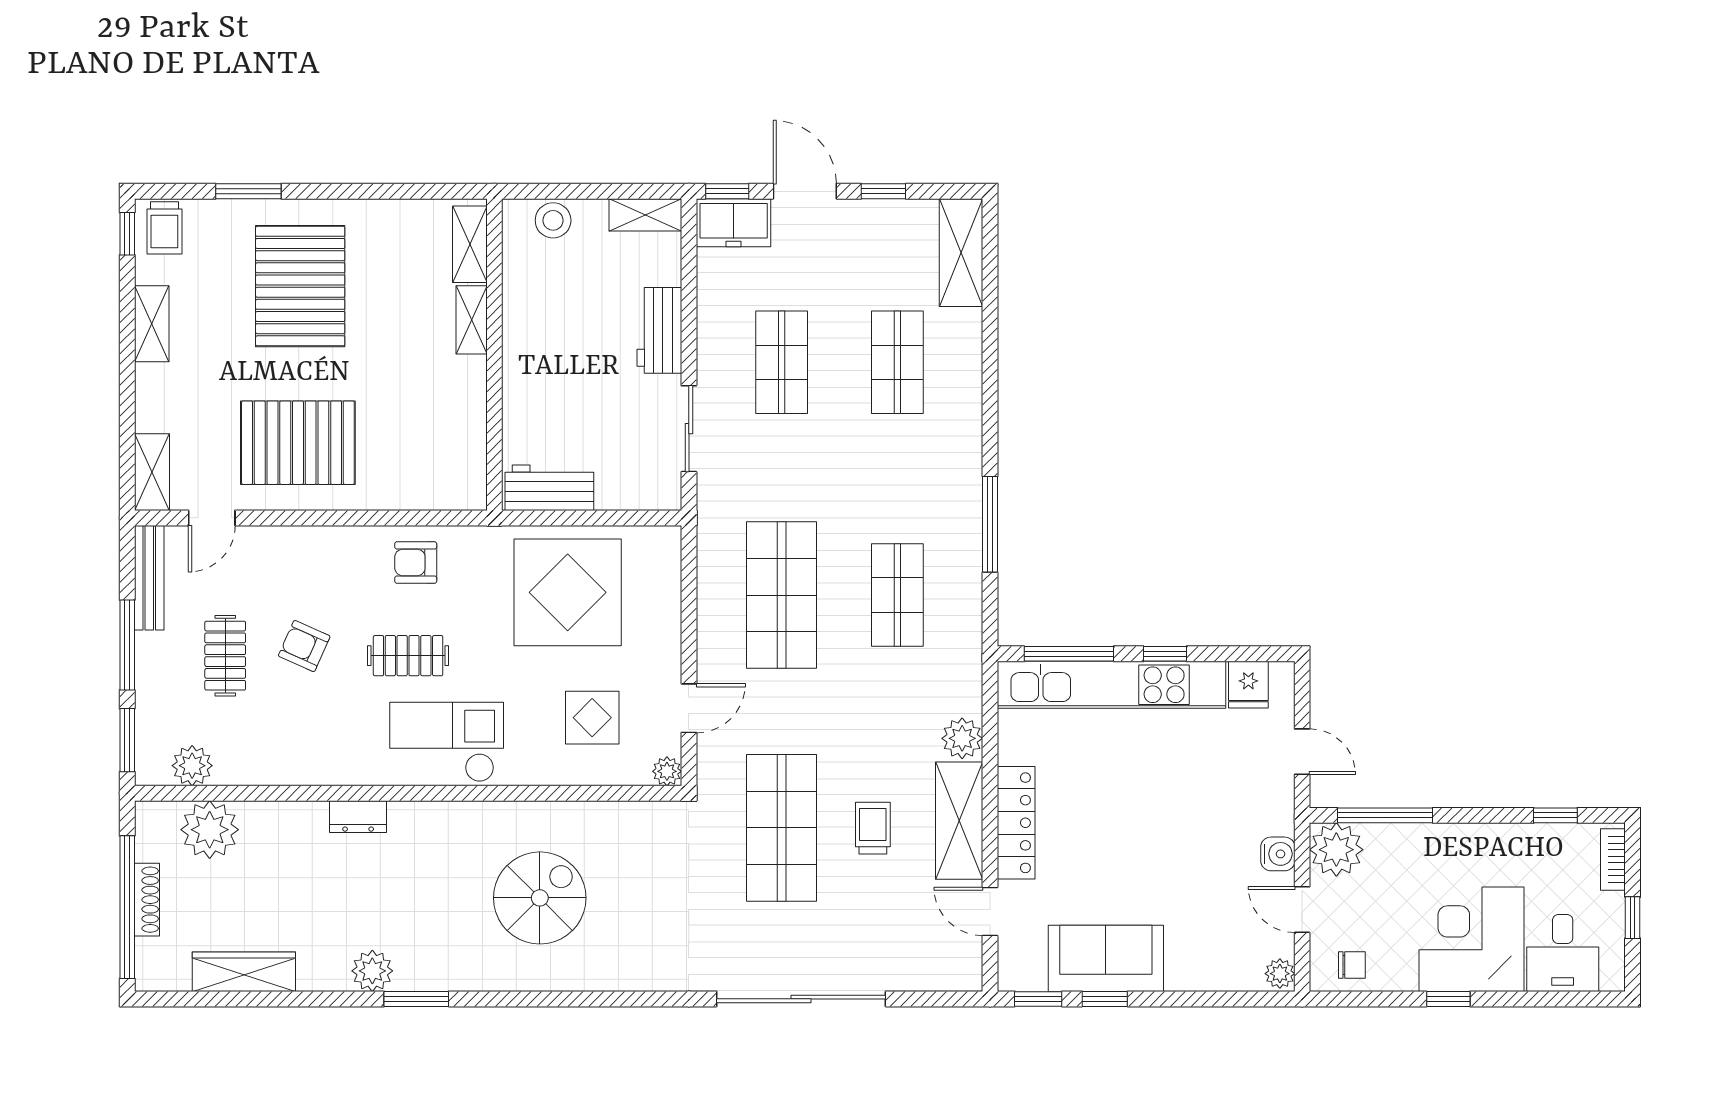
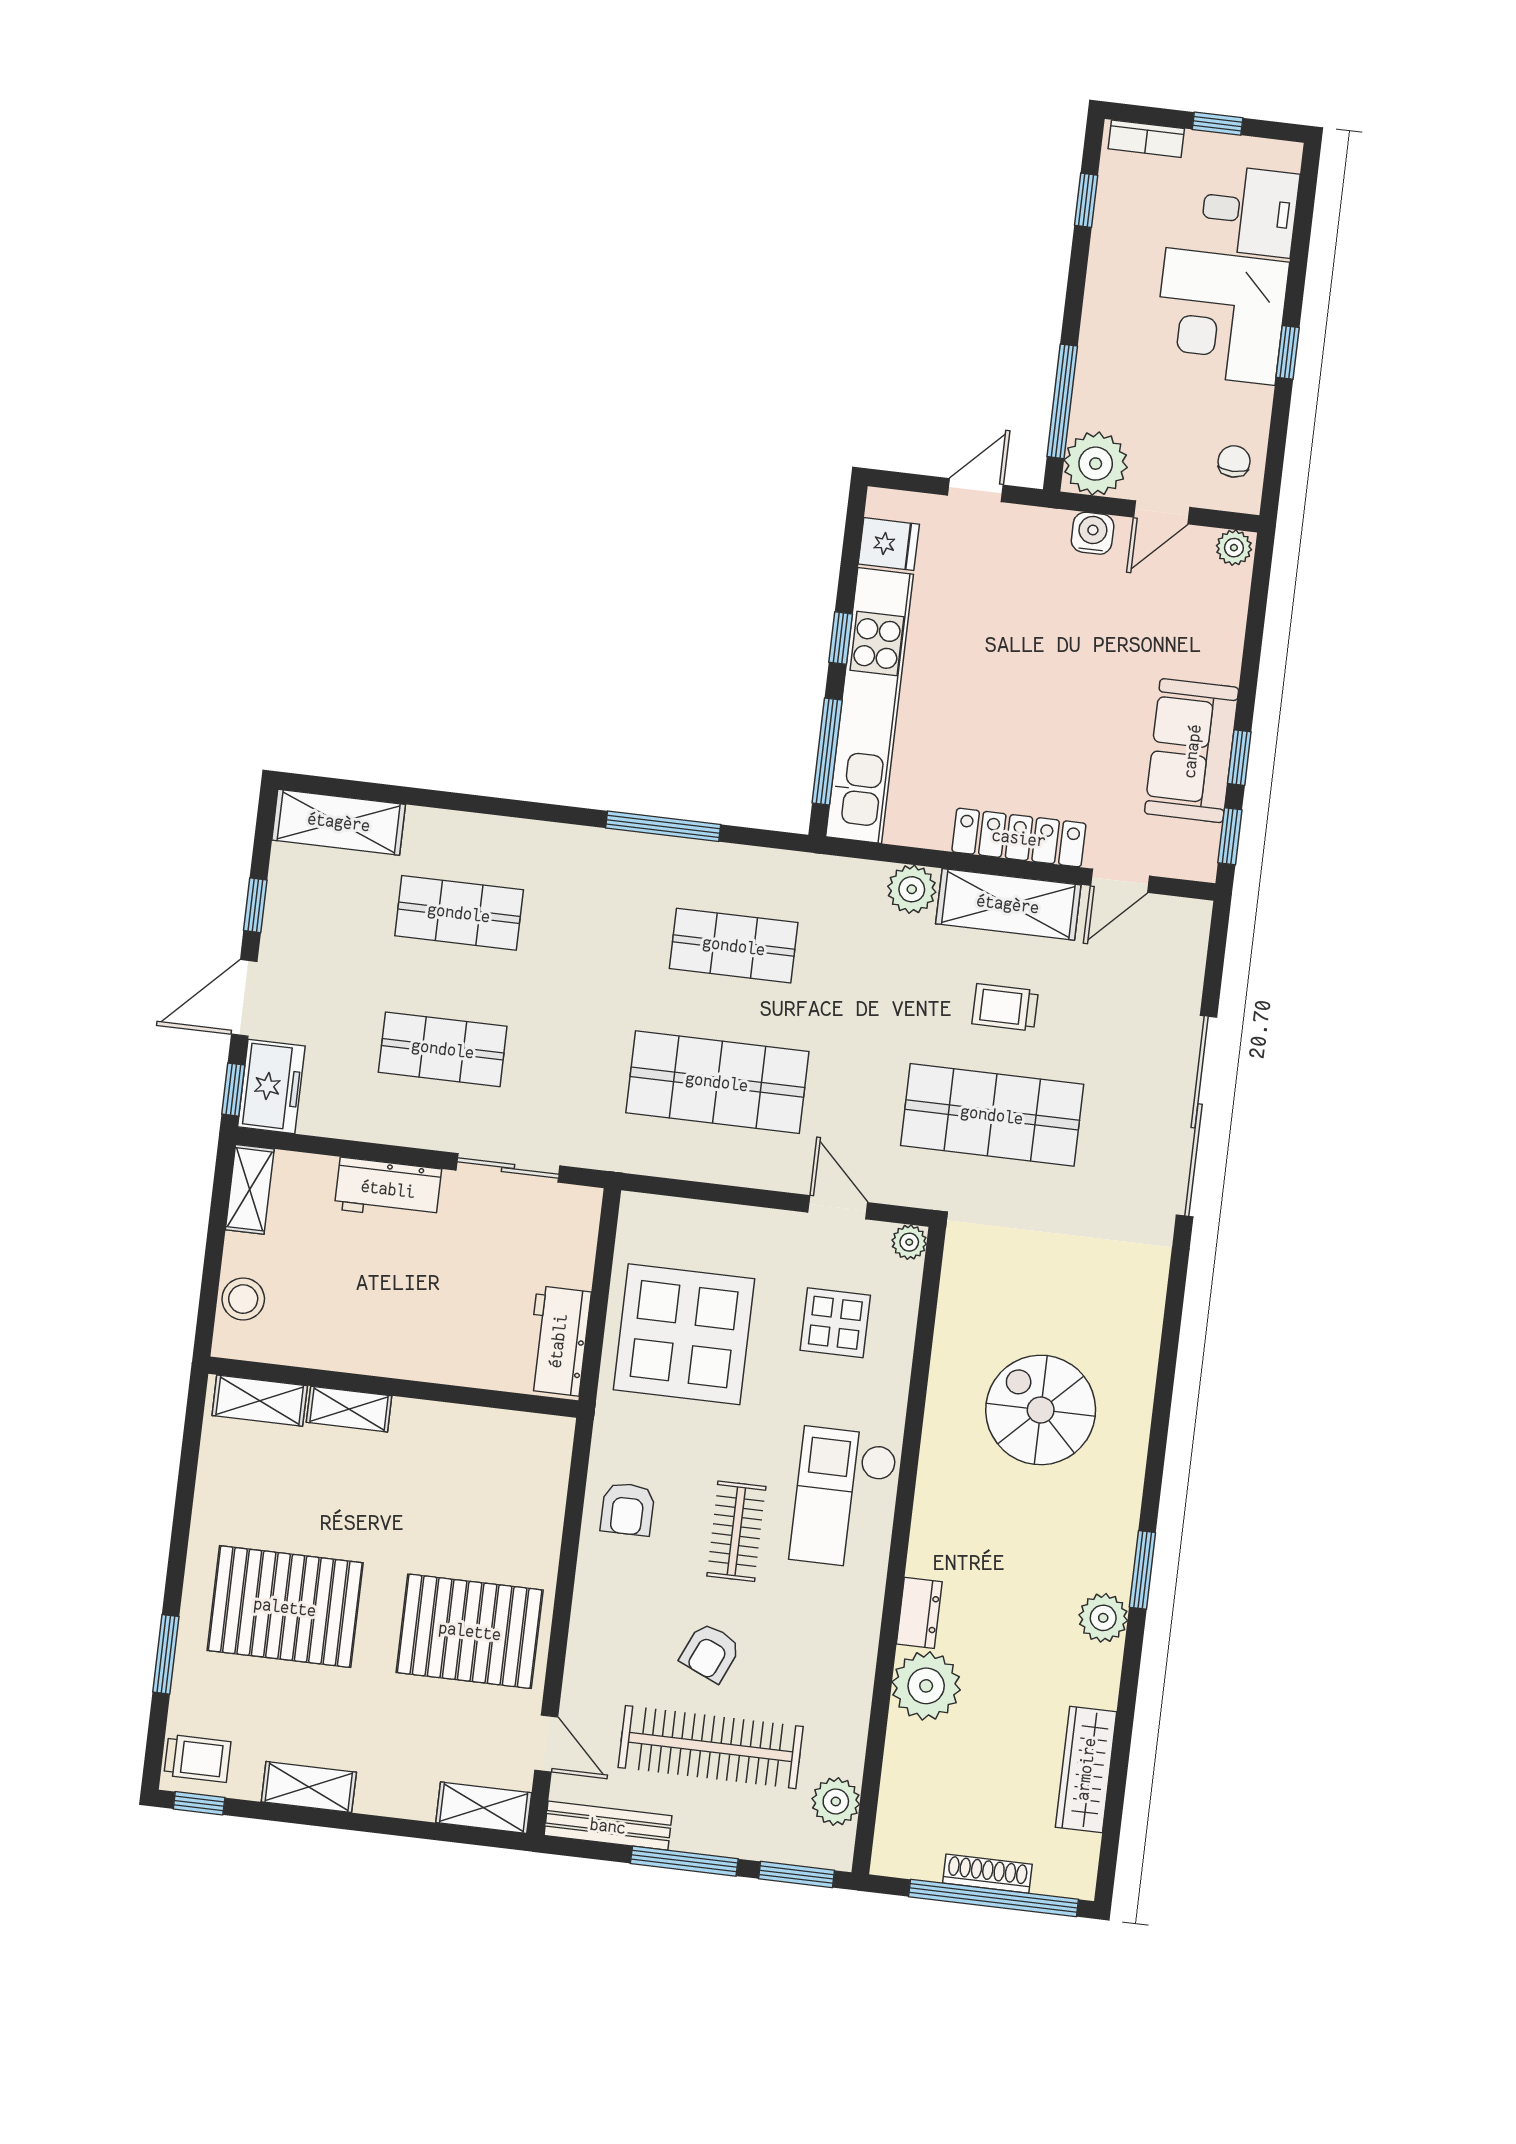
pallet: (298, 443) -> (470, 1631), turned 90
clothes rail: (225, 656) -> (711, 1747), width x1.86, depth x1.31
plant: (210, 830) -> (926, 1686), moved

